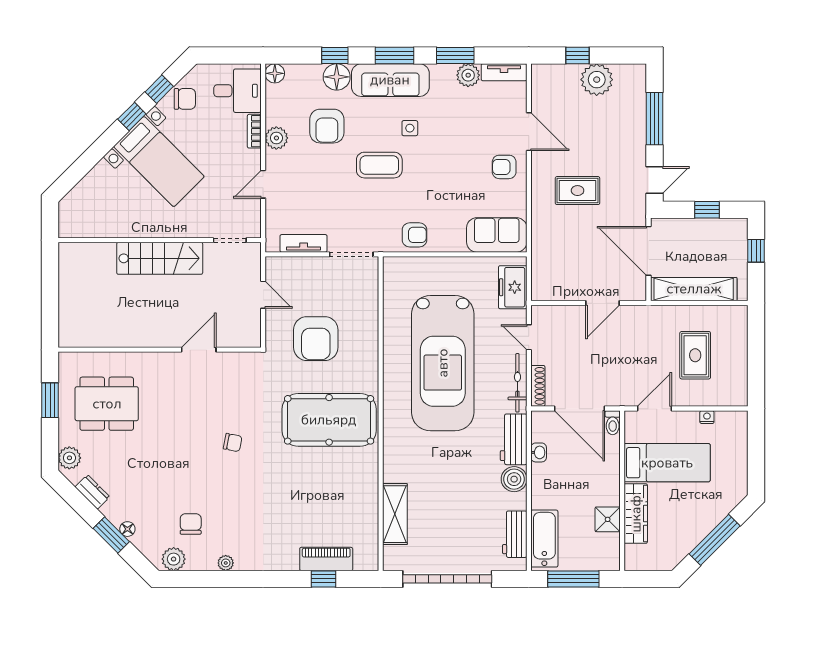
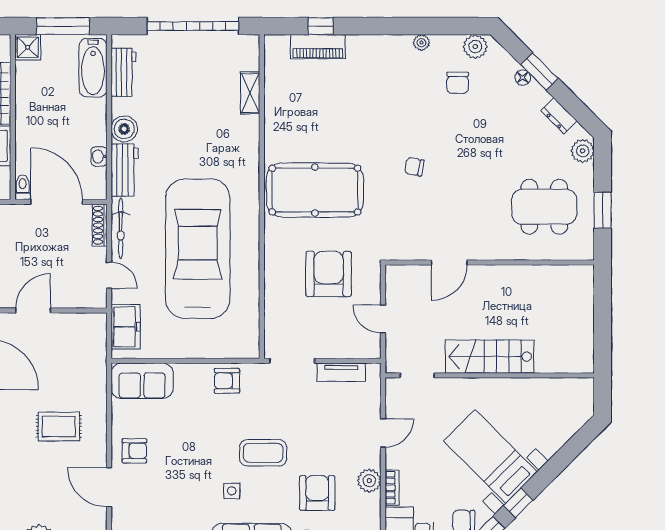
shelving: (395, 514) -> (250, 93), width x0.67, depth x0.75
shower: (608, 519) -> (28, 47), moved

